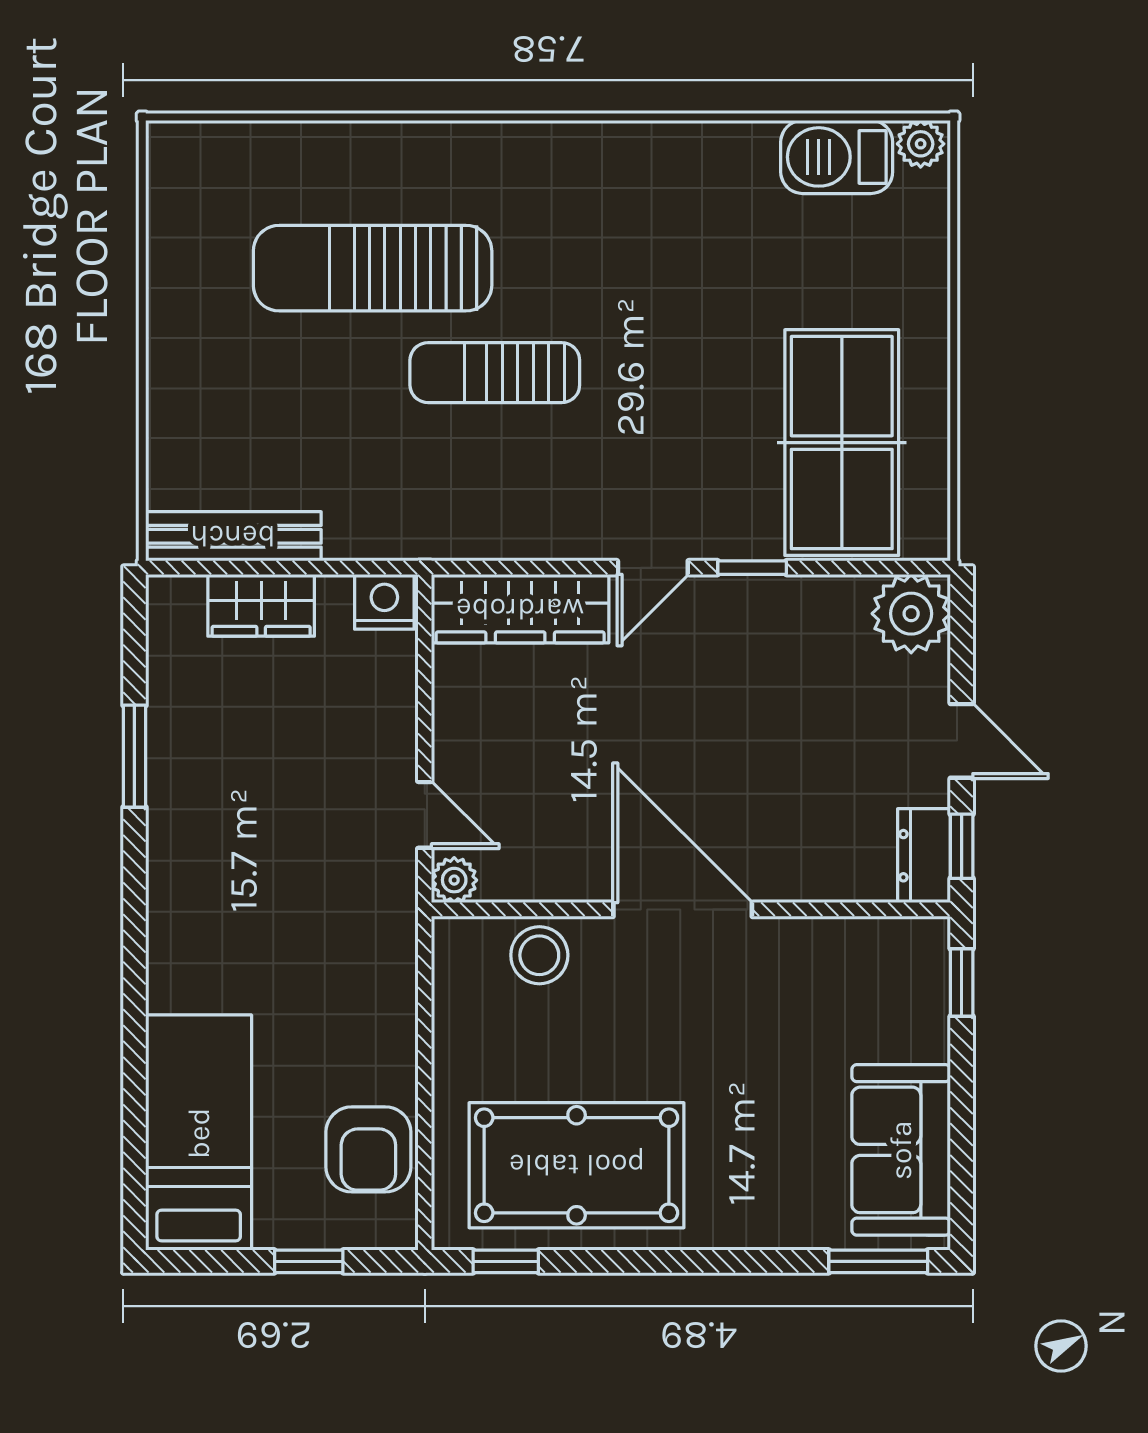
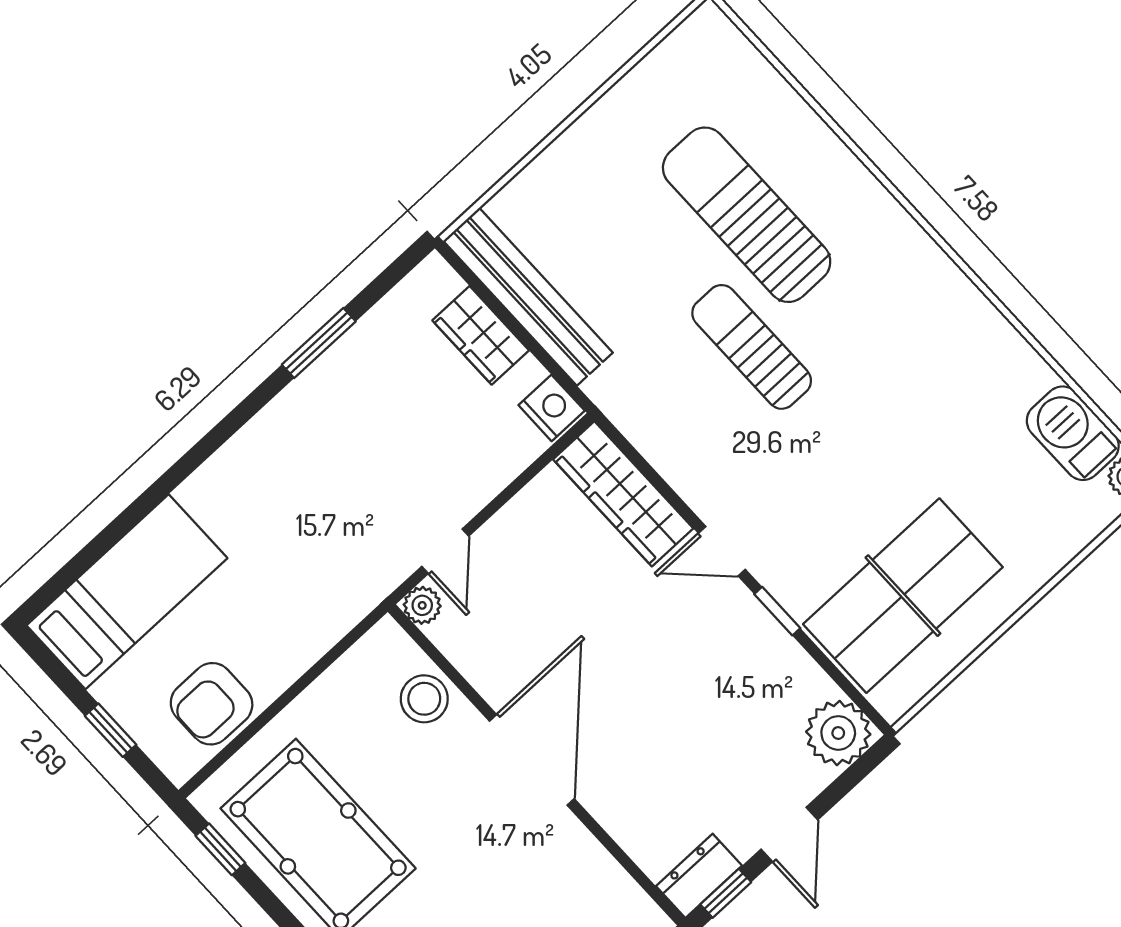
bench: (233, 536) -> (528, 297), width x1.37, depth x1.21

